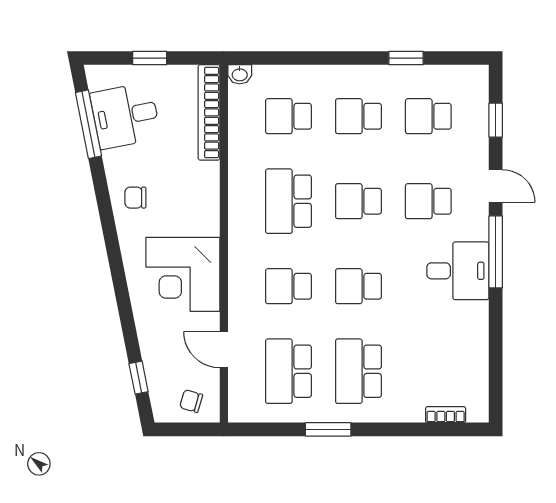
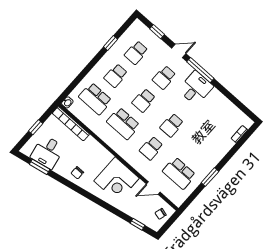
school desk: (288, 116) -> (95, 99), width x1.85
window: (88, 124) -> (40, 167), width x0.69
school desk: (358, 371) -> (200, 150), removed

